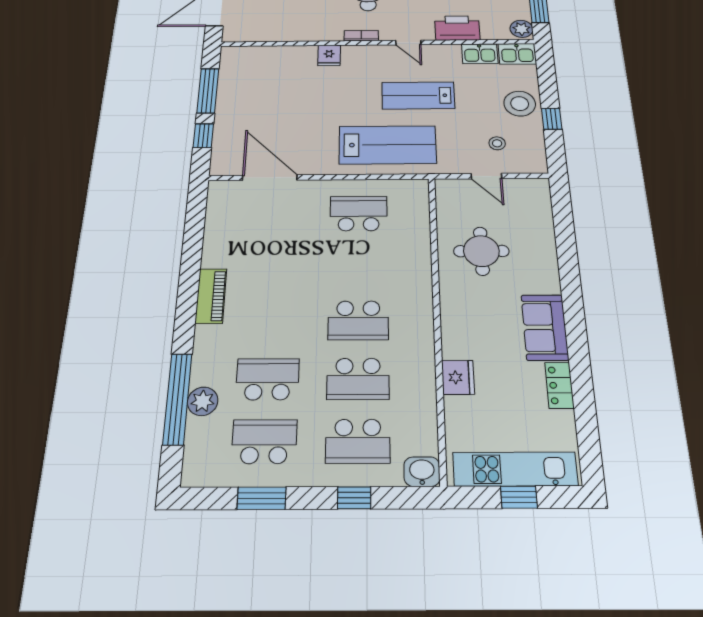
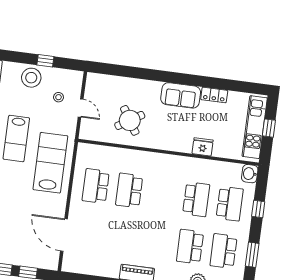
door: (486, 176) -> (81, 108), hinge flipped
door: (270, 178) -> (64, 235), hinge flipped
round table: (481, 251) -> (130, 120), turned -32
school desk: (358, 320) -> (129, 190), moved, turned 180

